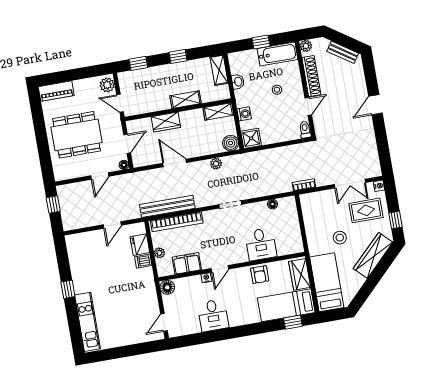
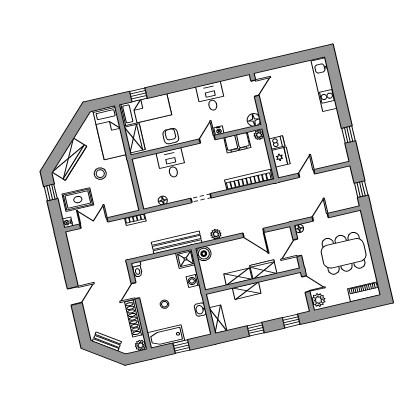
shelving: (218, 111) -> (238, 277), moved
bench: (167, 206) -> (177, 242), moved
plant: (159, 253) -> (259, 135), moved
window: (68, 289) -> (348, 135), moved

